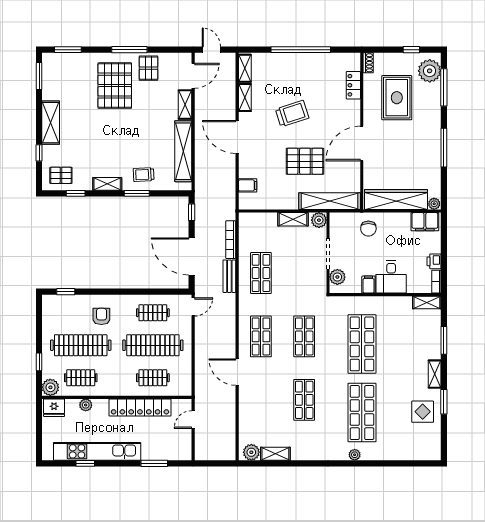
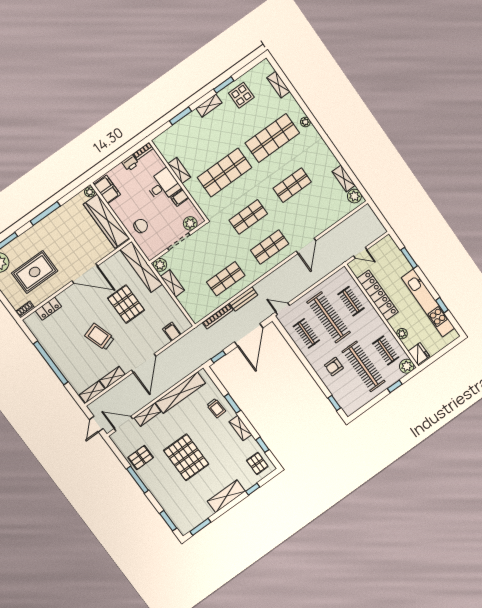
pallet: (115, 86) -> (186, 457), moved, turned 90
shelving: (427, 302) -> (179, 170), moved
shelving: (408, 454) -> (278, 85), added

